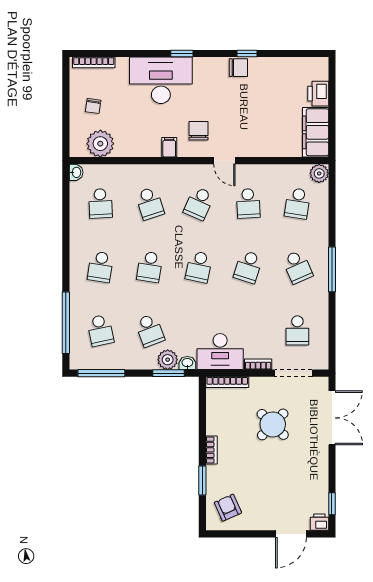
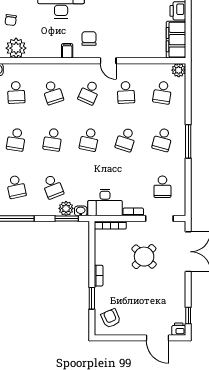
school desk: (297, 267) -> (162, 140), turned 39
door: (291, 534) -> (158, 338), hinge flipped

